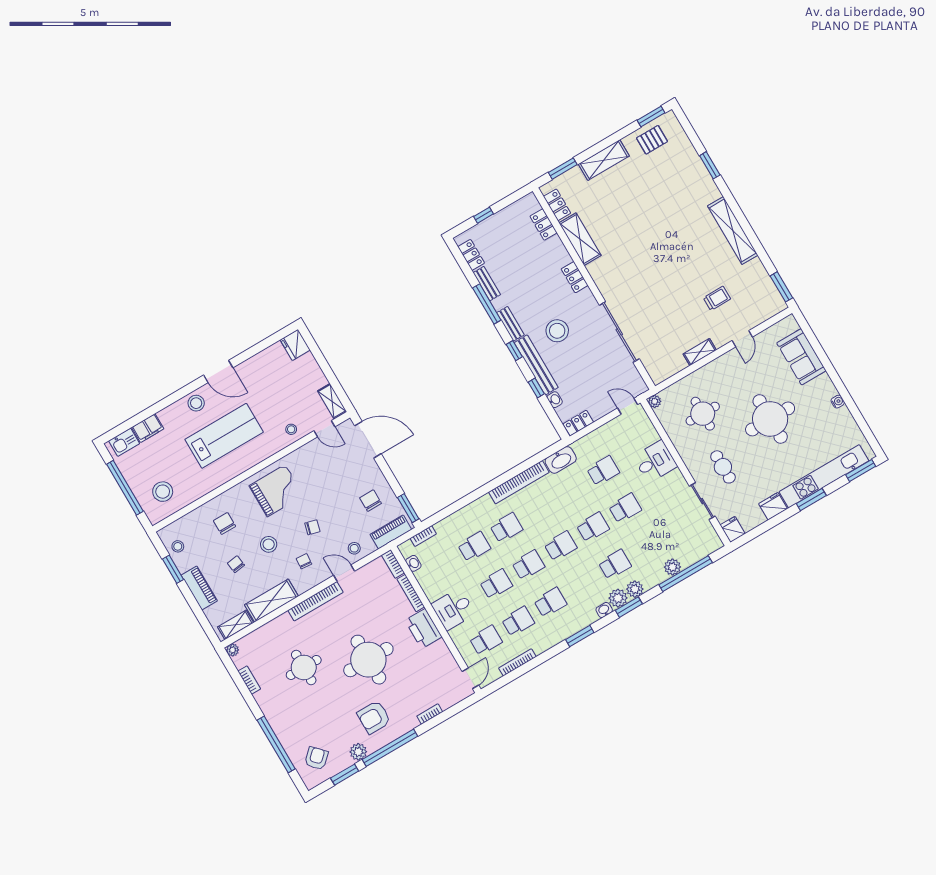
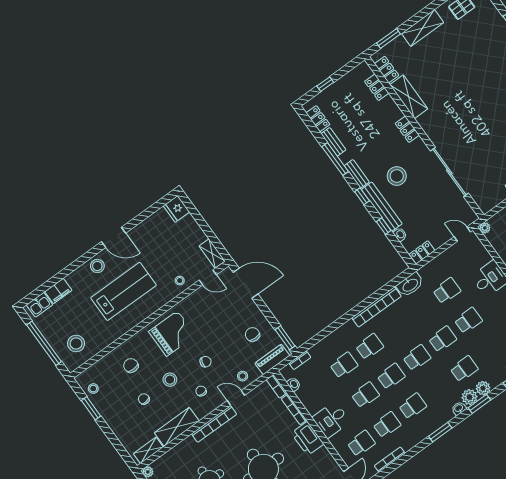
piano: (199, 588) -> (115, 422), removed

